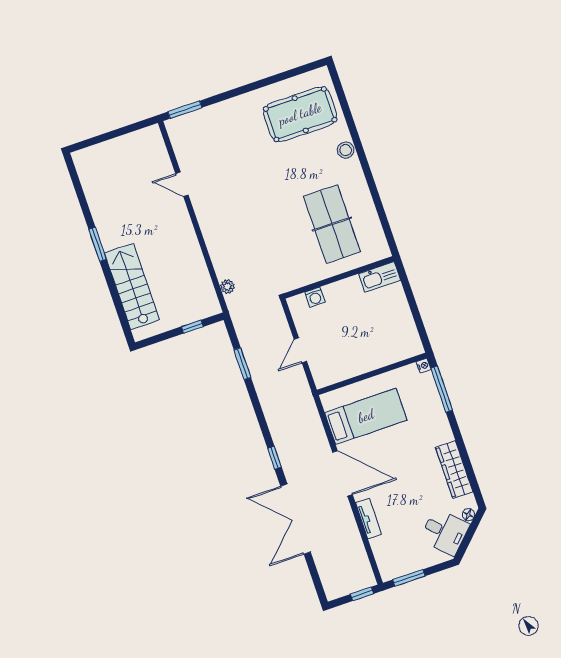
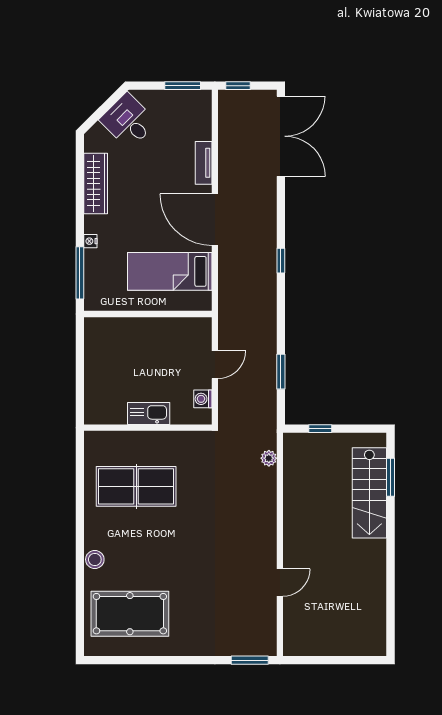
door: (182, 184) -> (280, 583), hinge flipped
table tennis table: (332, 224) -> (136, 486), turned 90
window: (98, 244) -> (390, 477), moved
kitchen sink: (379, 277) -> (149, 414), moved
washing machine: (315, 297) -> (203, 399), moved, turned -90
nightstand: (424, 366) -> (90, 241), moved
floor lamp: (468, 515) -> (97, 131), removed
double door: (296, 519) -> (281, 136), moved

